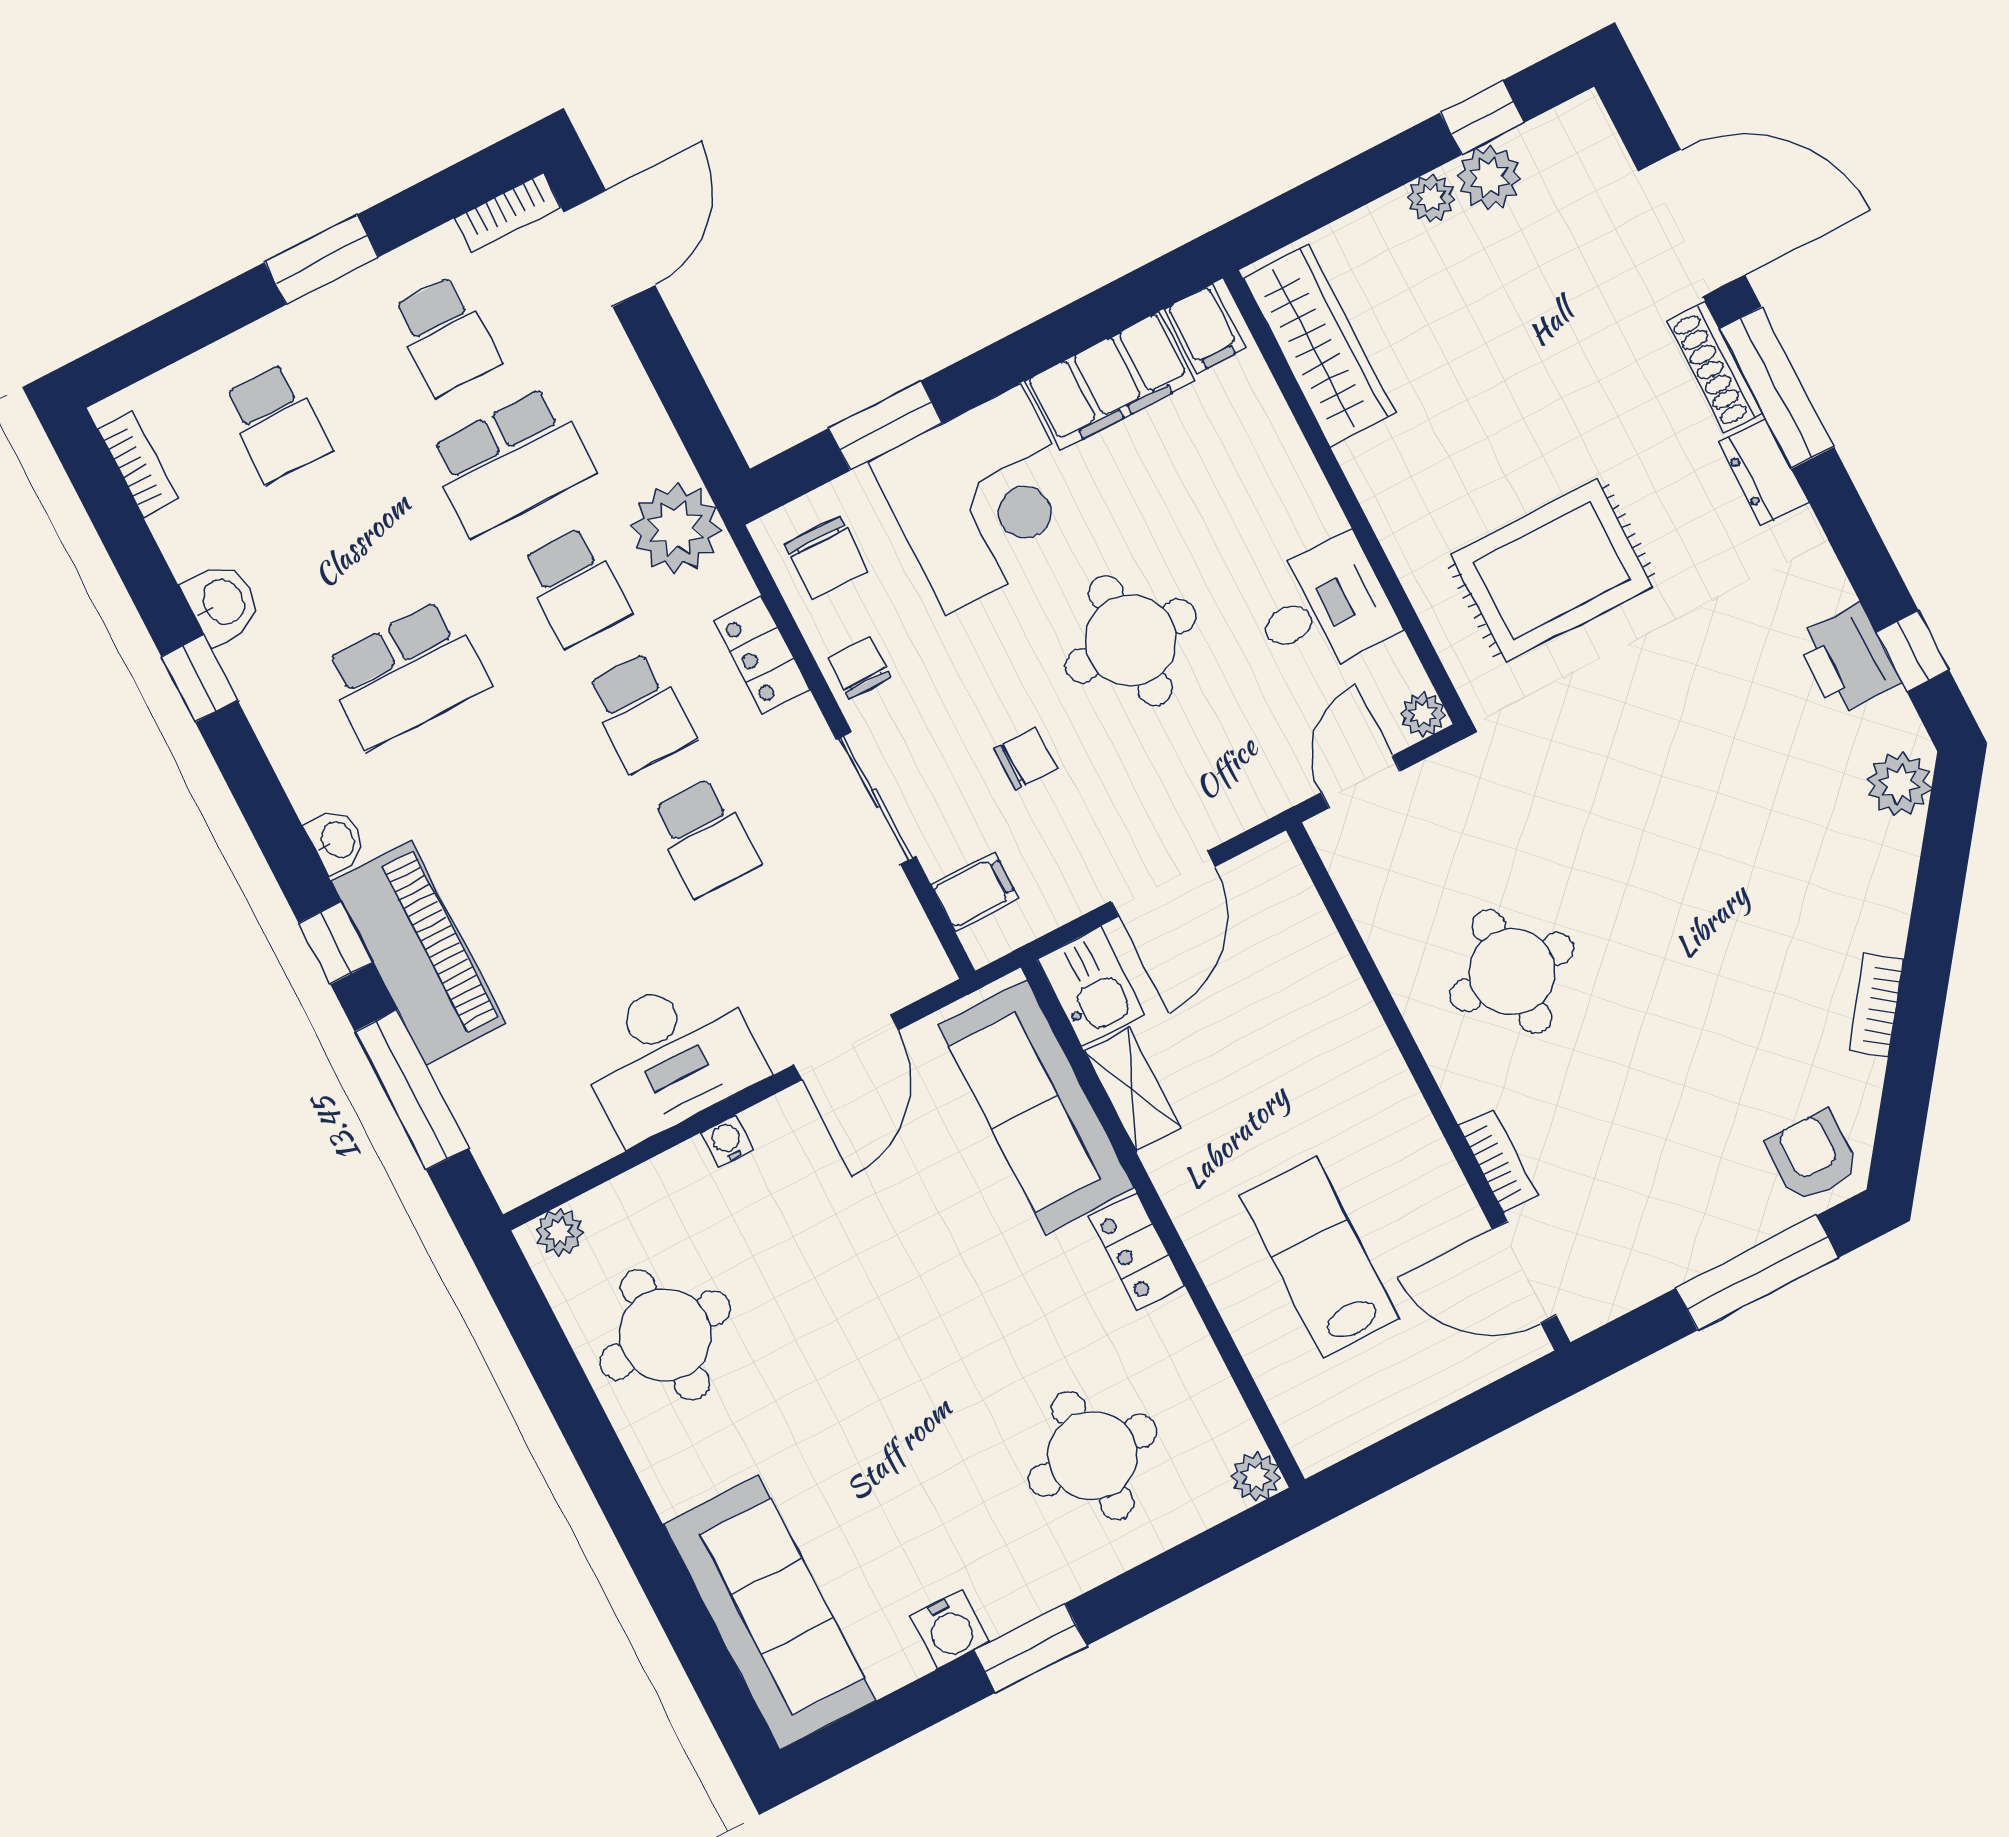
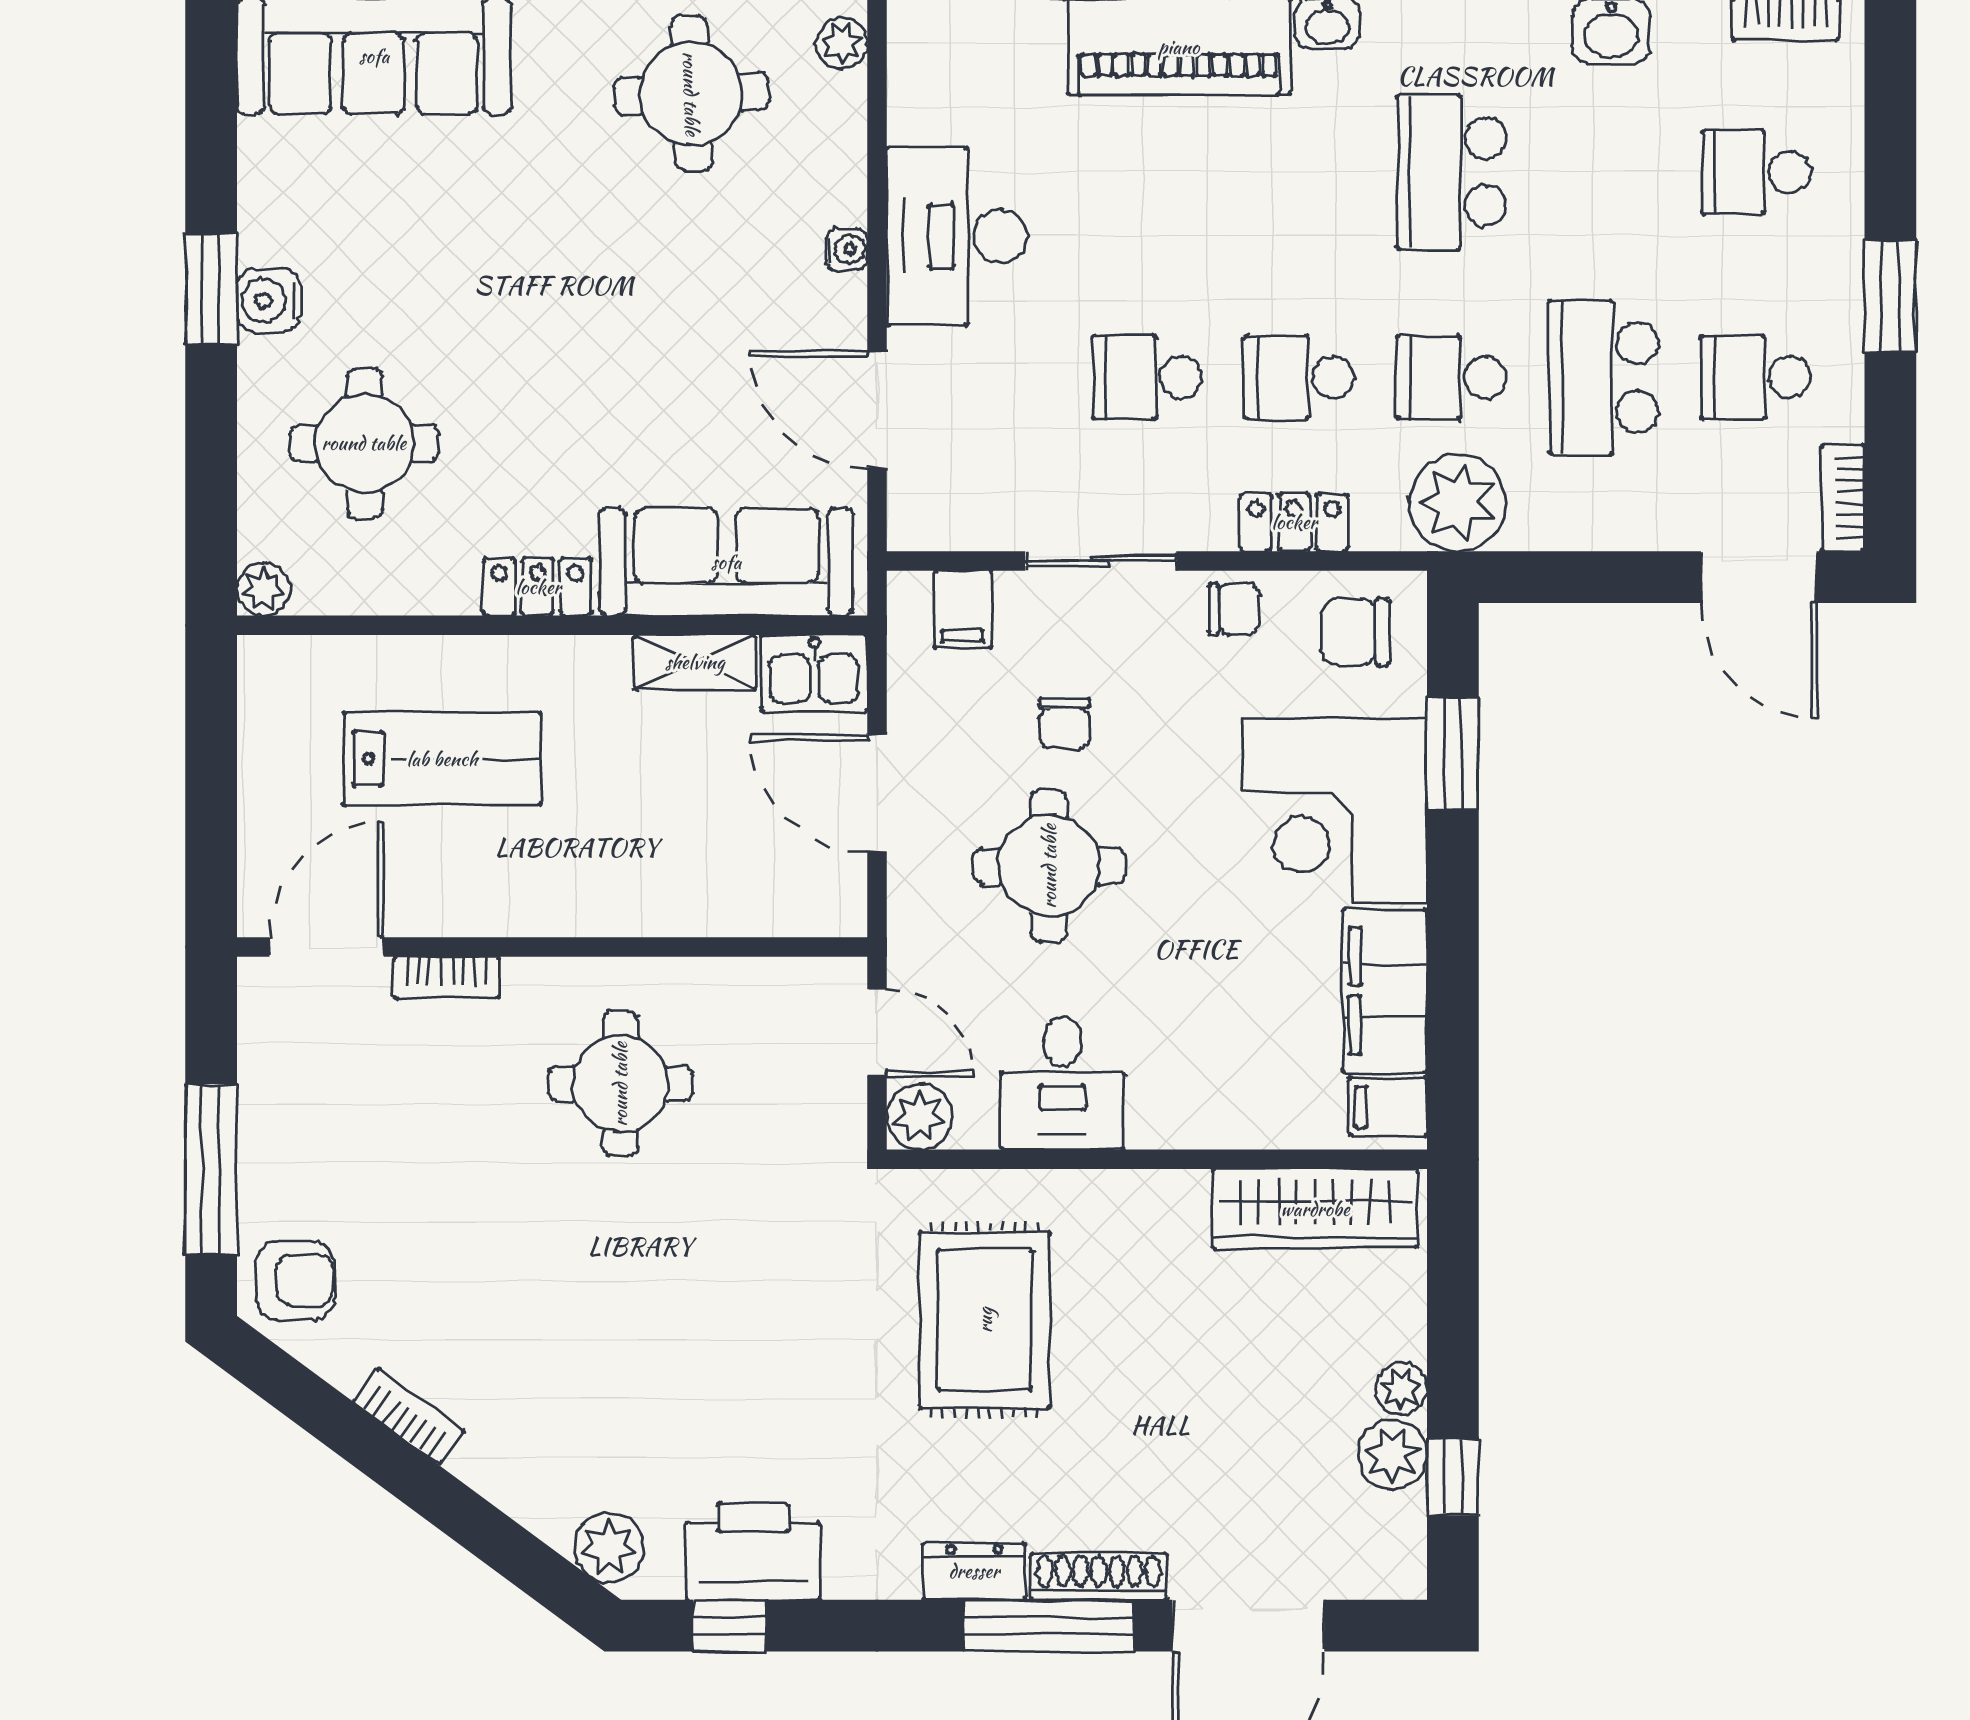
round table: (1131, 641) -> (1049, 866), moved
printer: (1848, 660) -> (753, 1552), width x1.37, depth x1.19
plant: (1423, 715) -> (920, 1117), width x1.38, depth x1.38
water cooler: (950, 1629) -> (269, 301), moved

